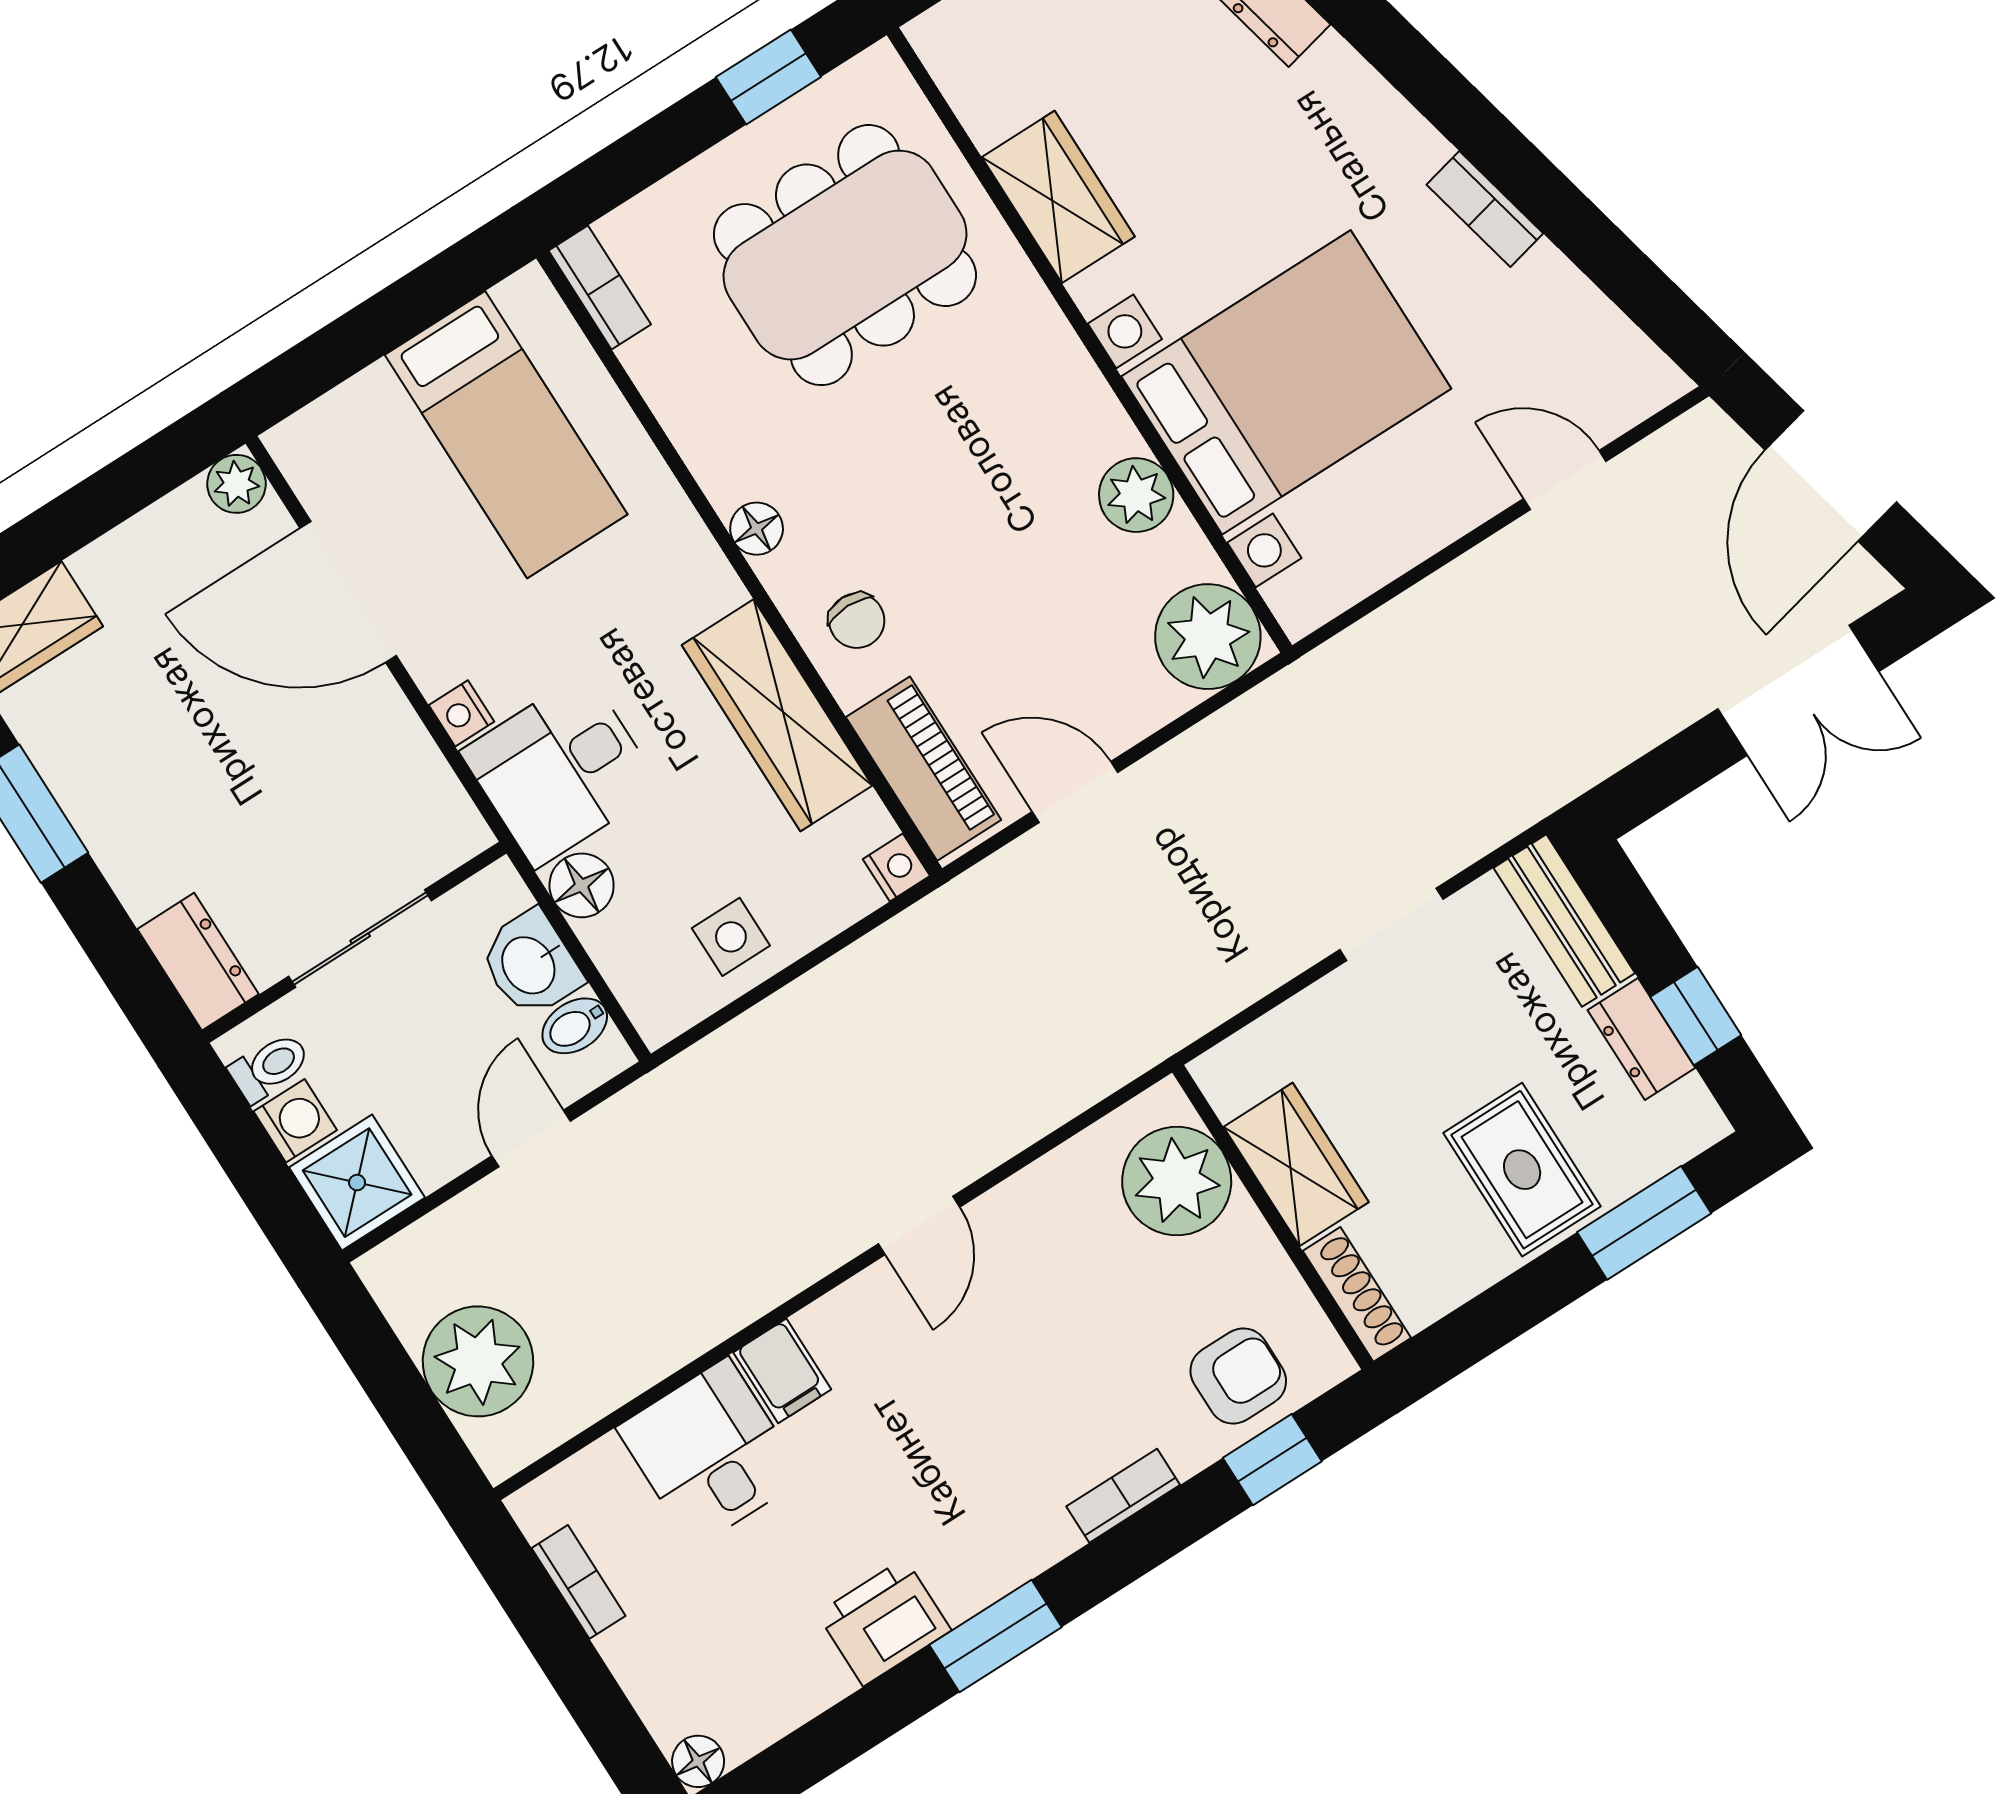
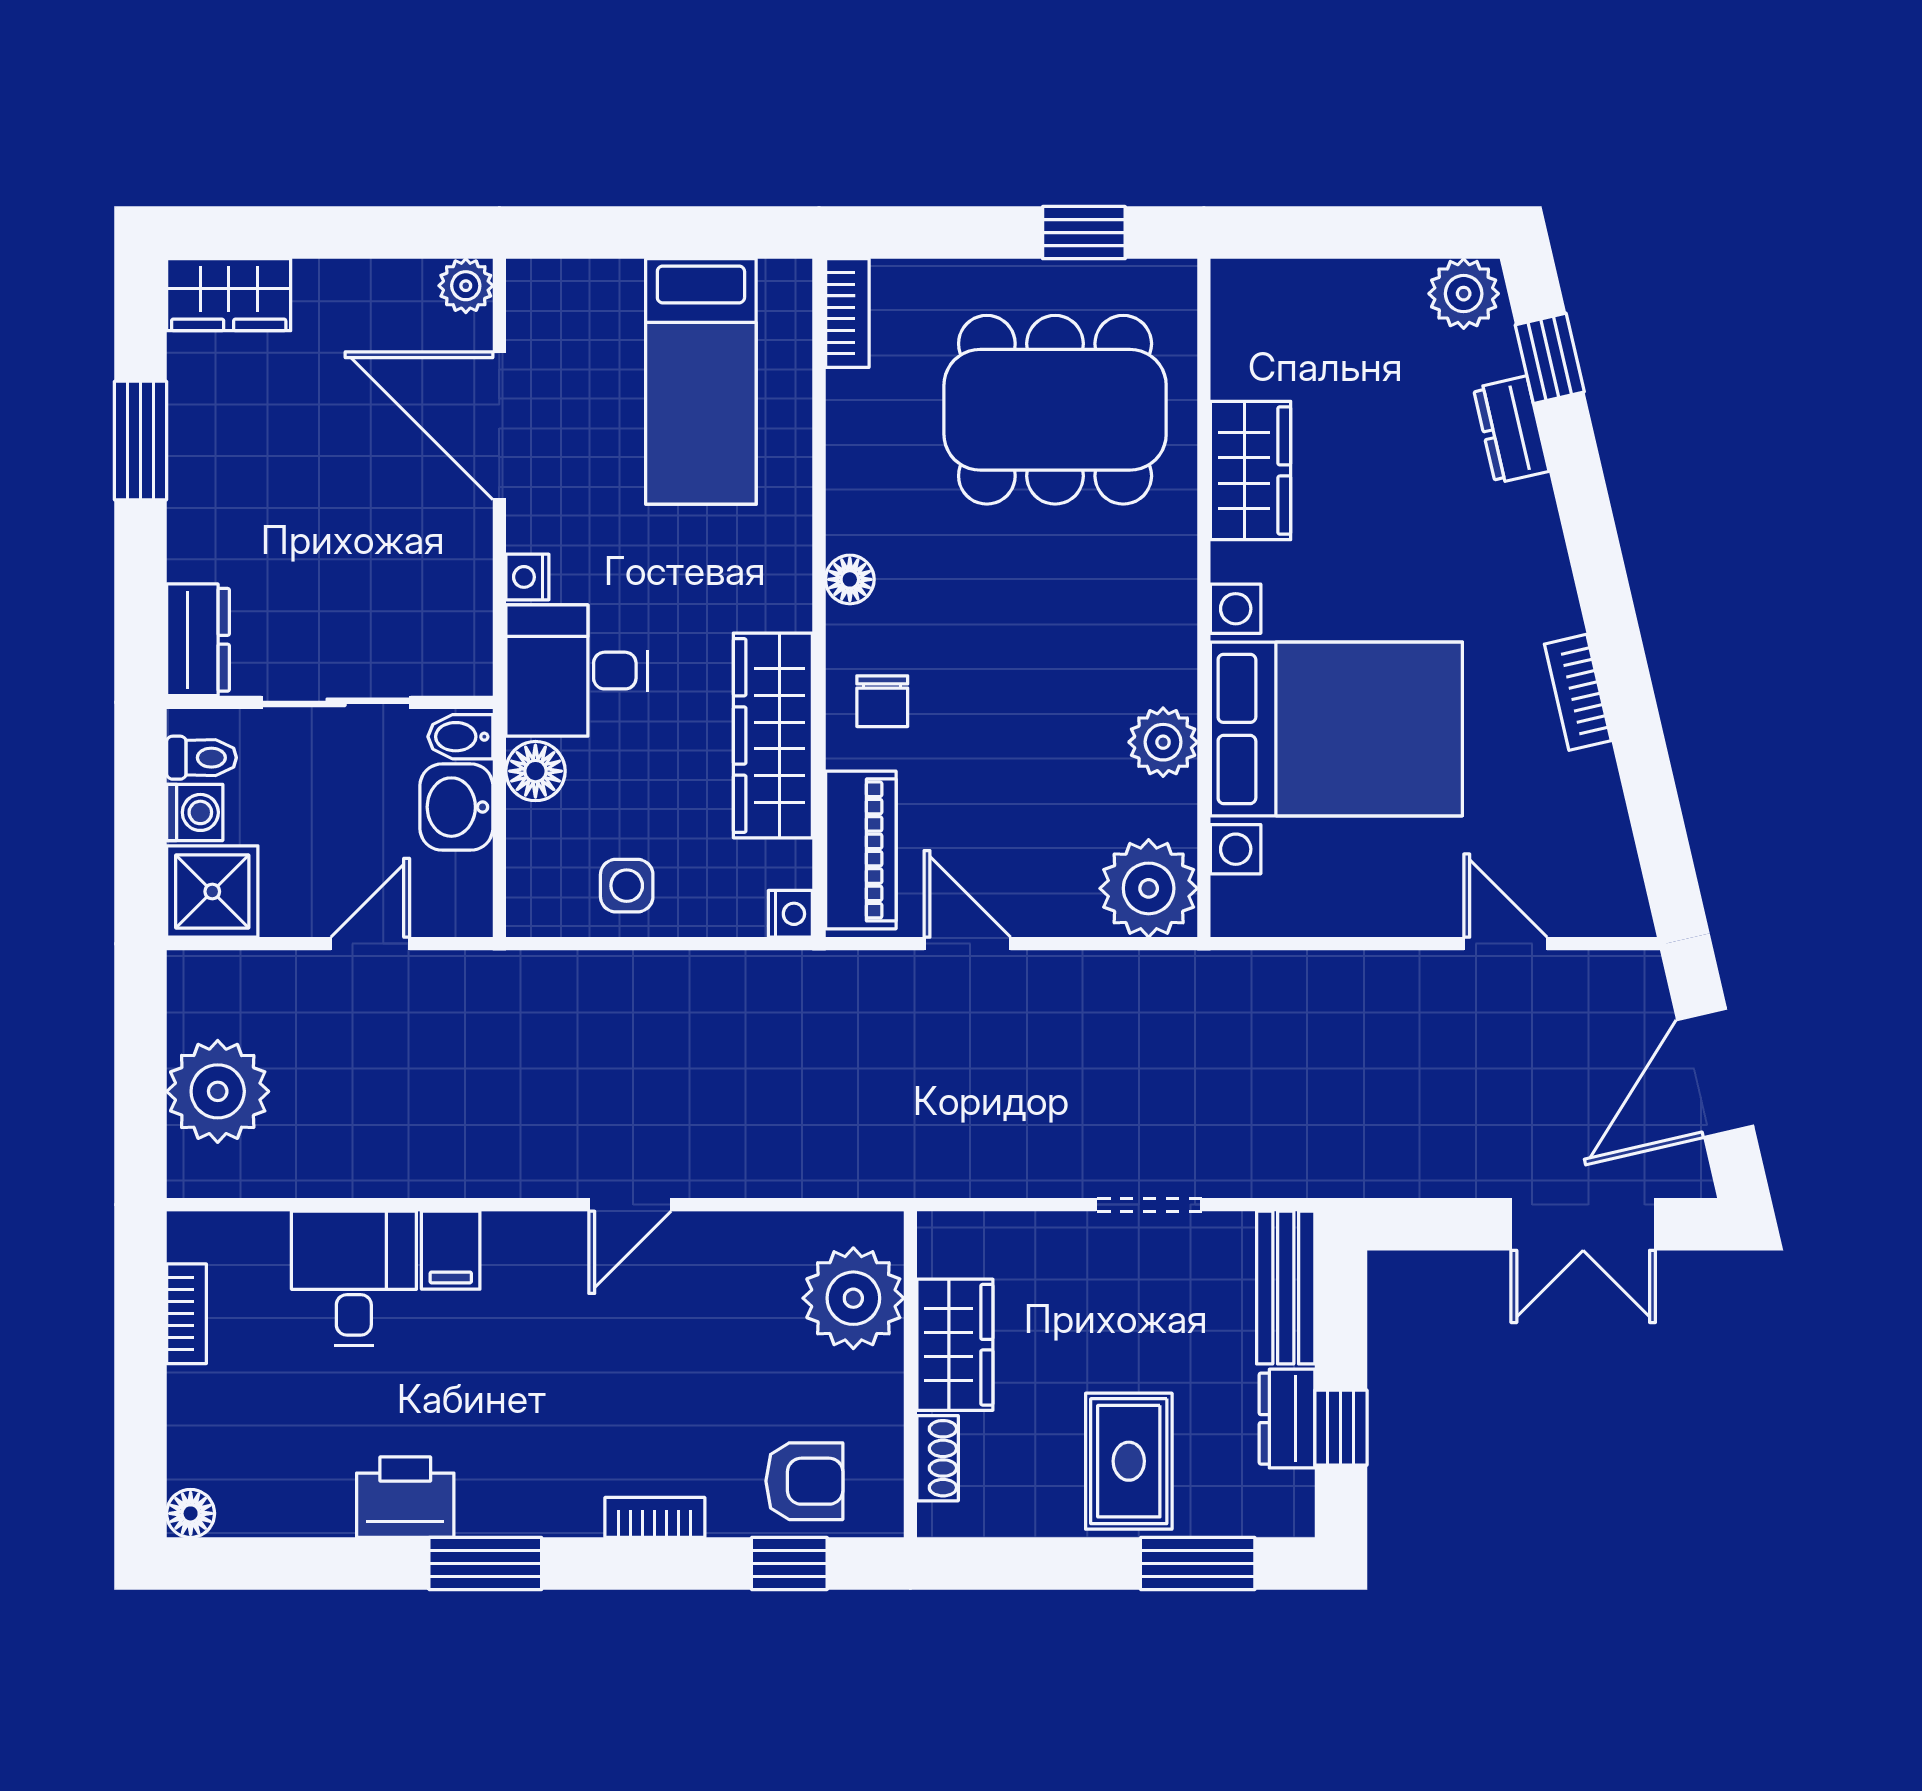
bidet: (575, 1026) -> (460, 737), moved
shoe rack: (1357, 1294) -> (938, 1458), width x0.70

